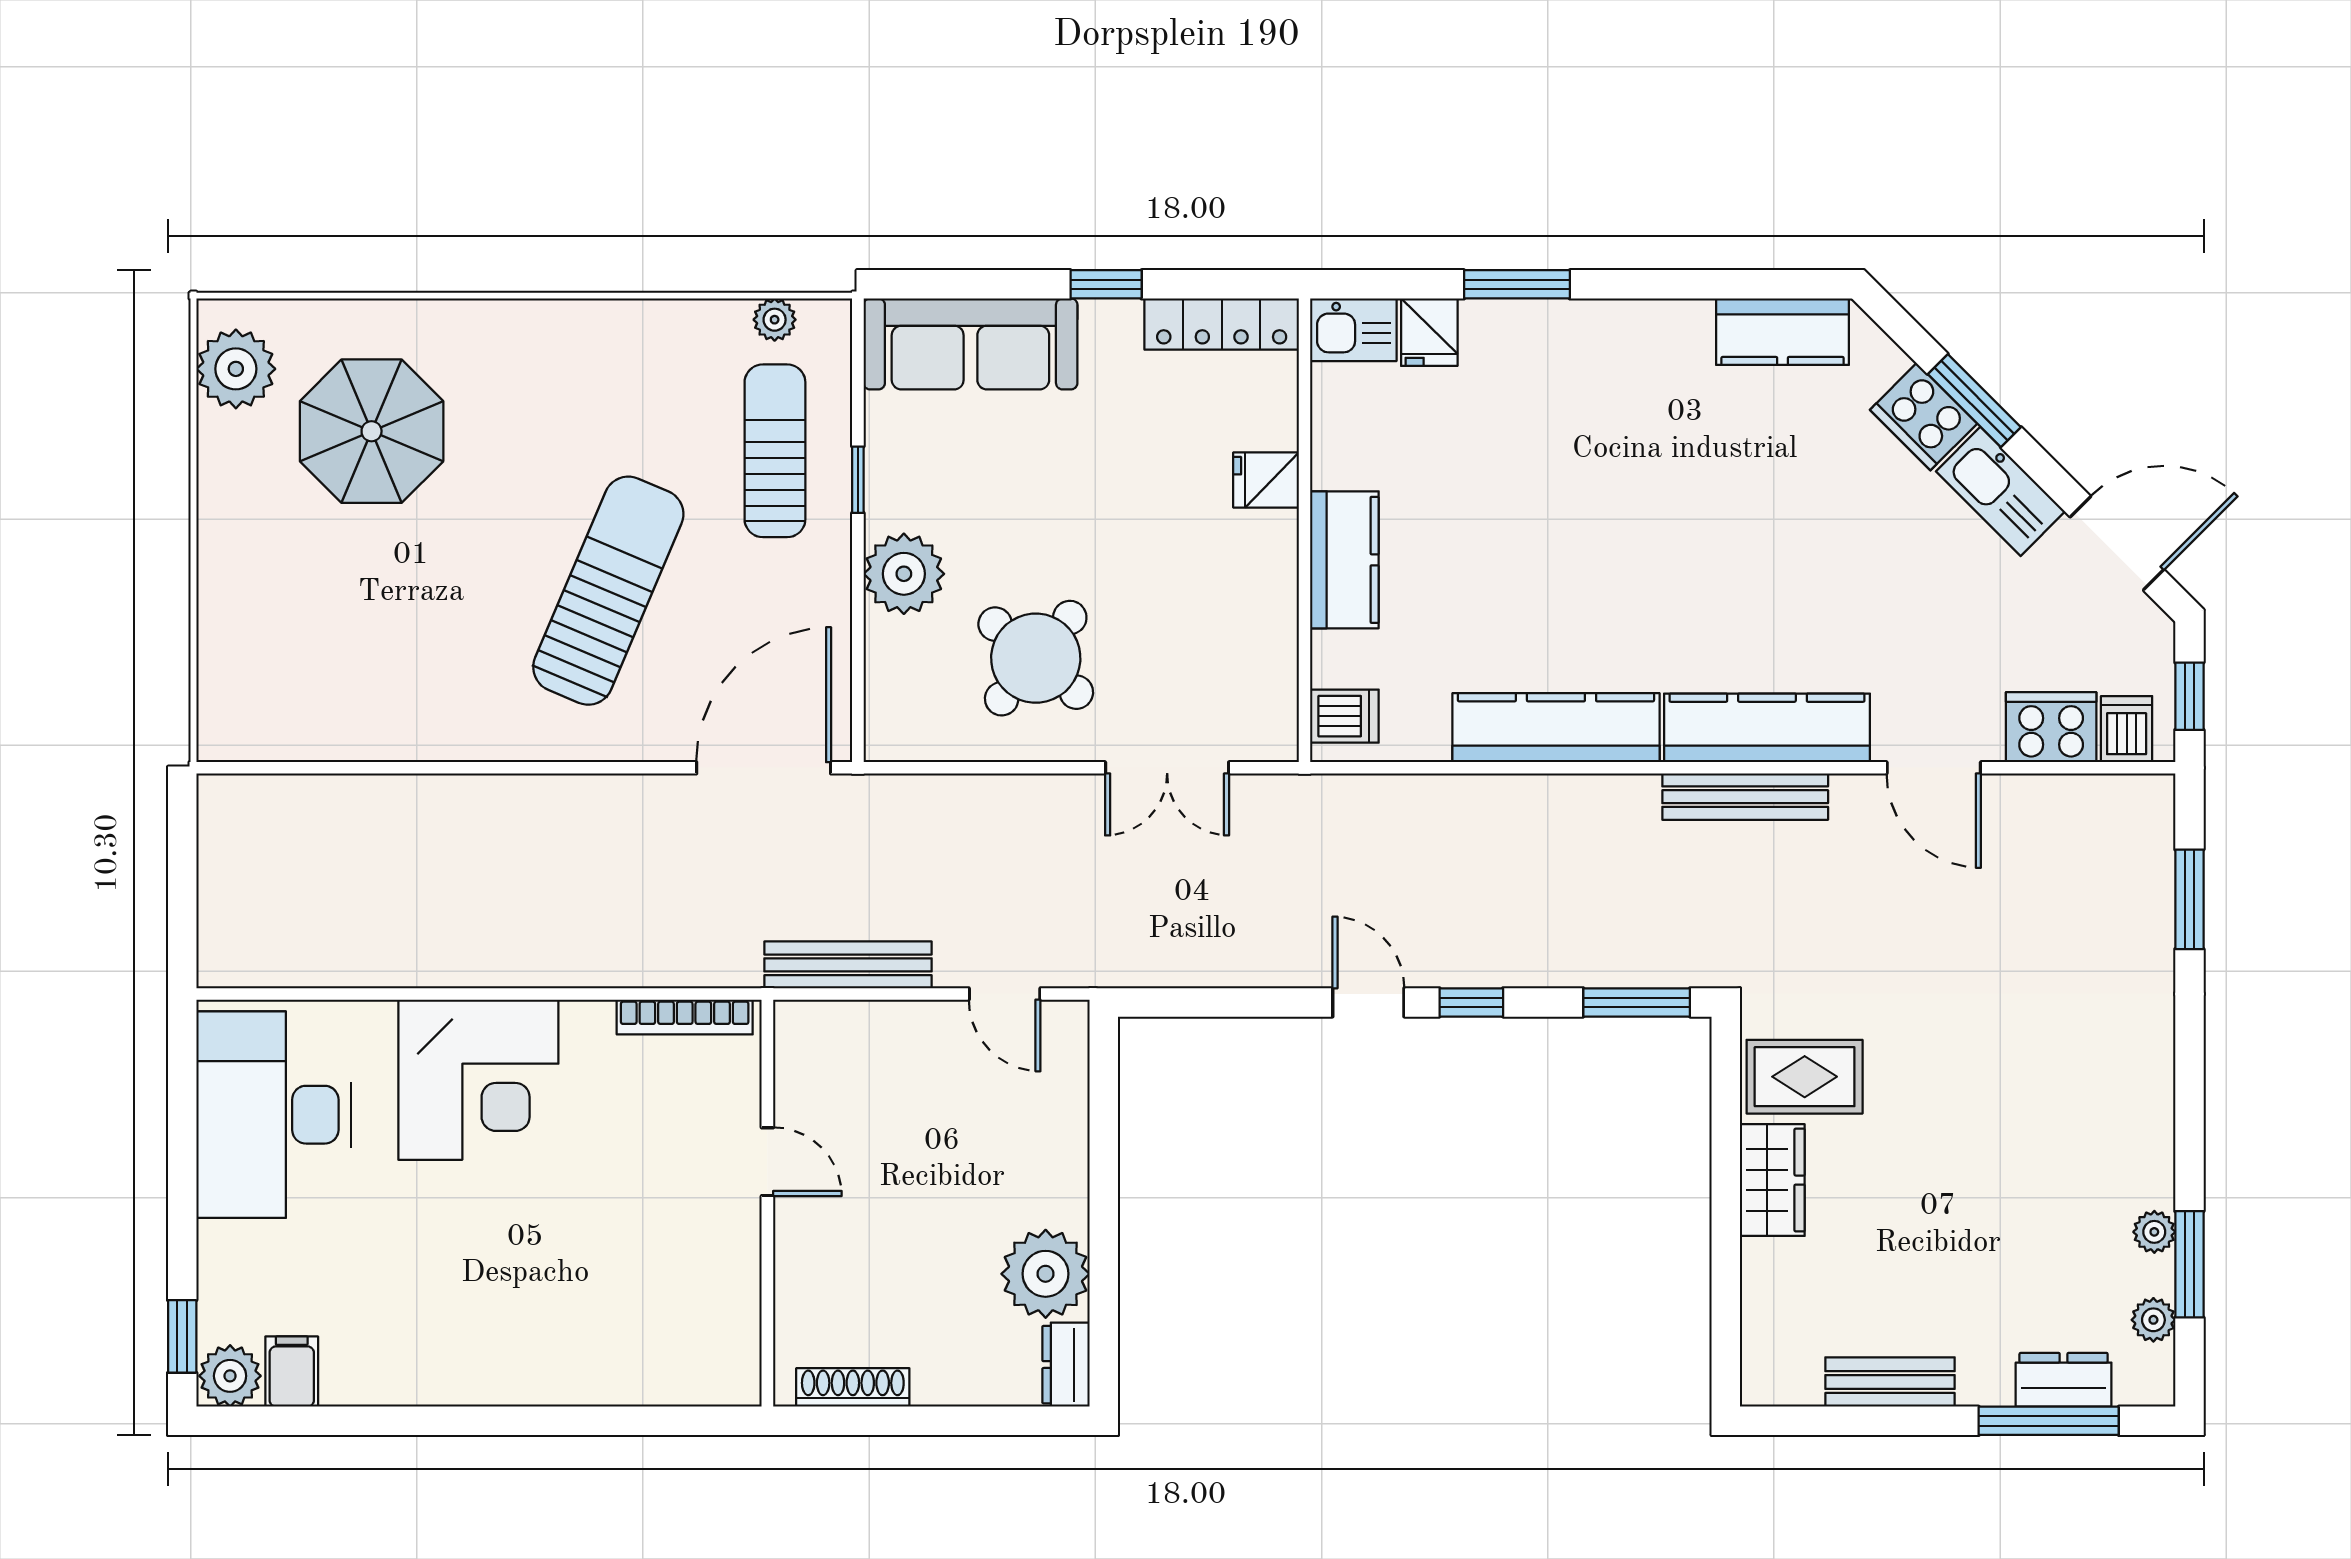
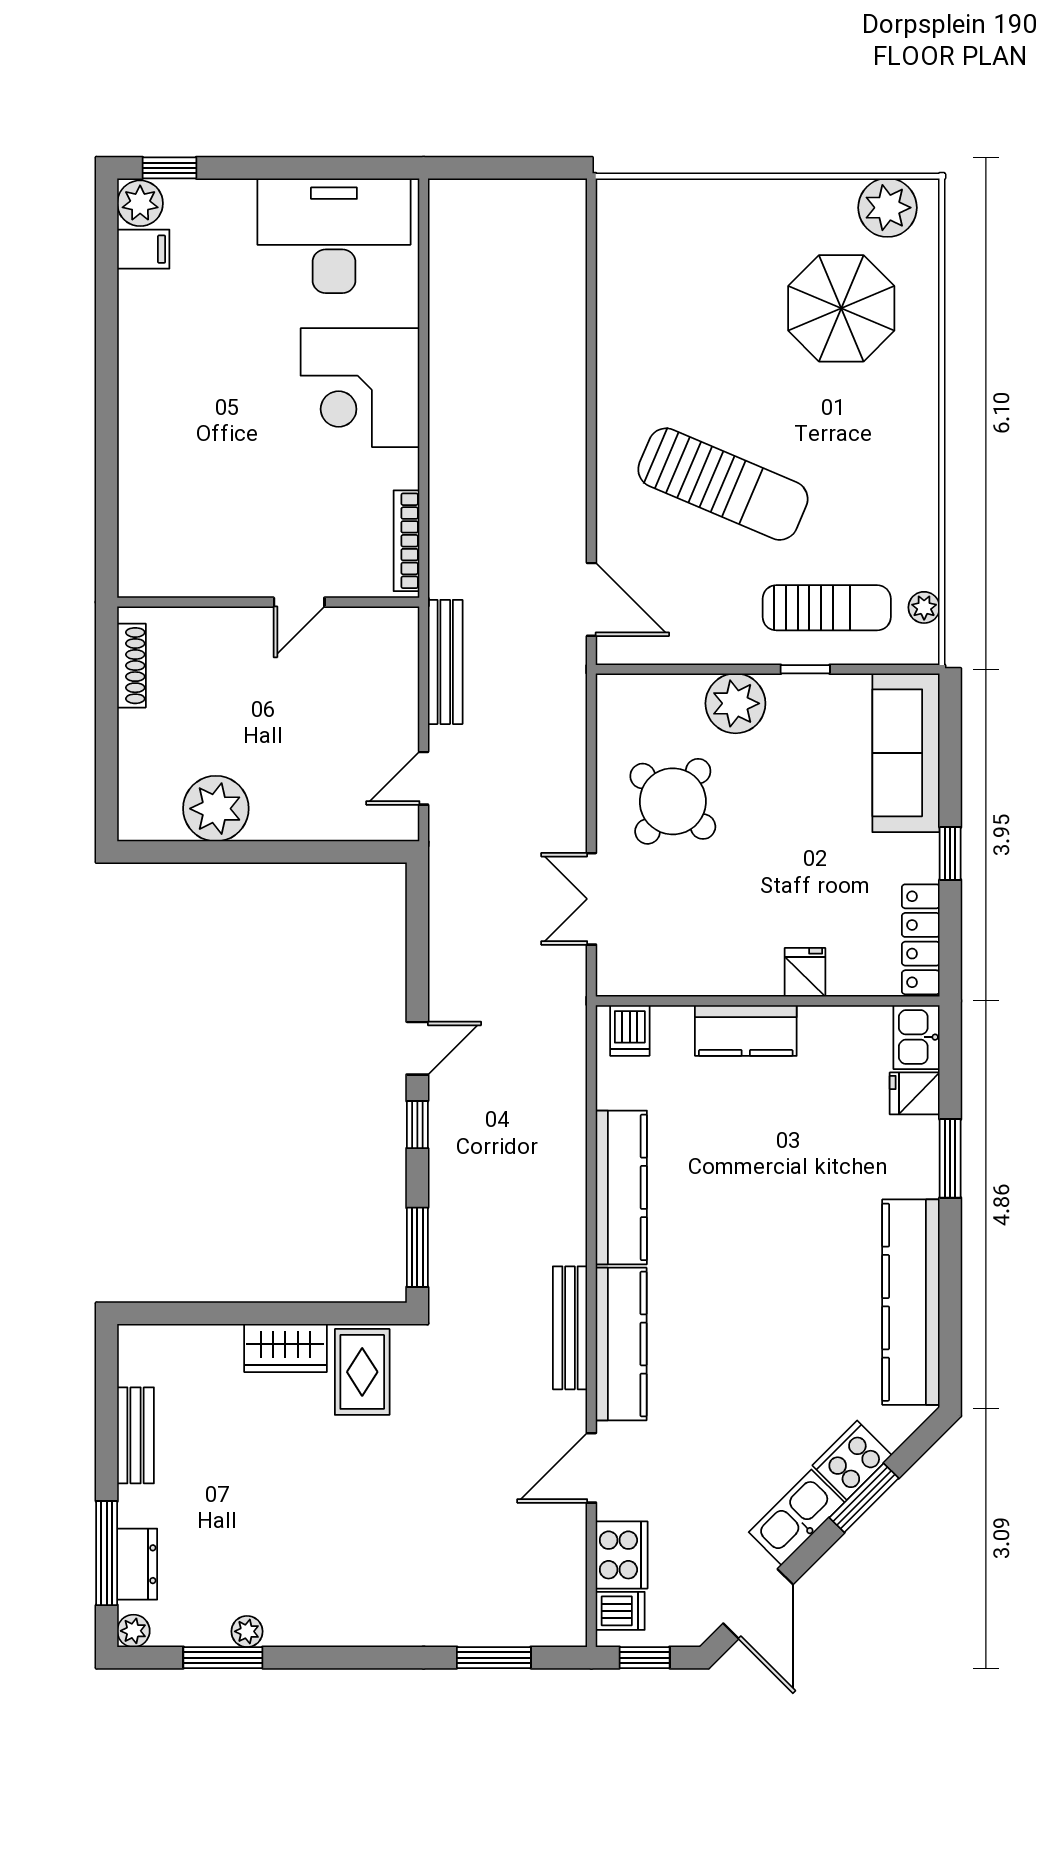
kitchen counter: (1783, 332) -> (911, 1302), width x2.08, depth x1.17
door: (764, 768) -> (591, 599), width x0.73
plant: (2153, 1320) -> (133, 1631), moved
dresser: (1066, 1365) -> (148, 824), removed

